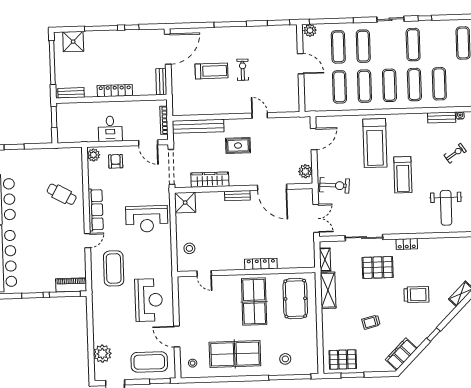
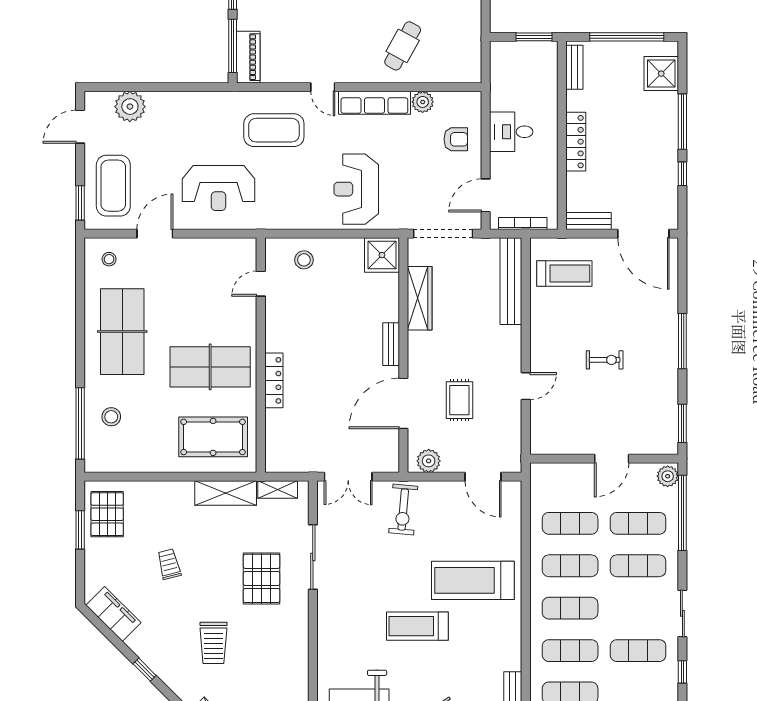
treadmill: (211, 71) -> (564, 273), moved, turned -90
rug: (238, 146) -> (459, 400), moved
plant: (93, 155) -> (423, 102), moved
locker: (407, 244) -> (300, 629), removed

